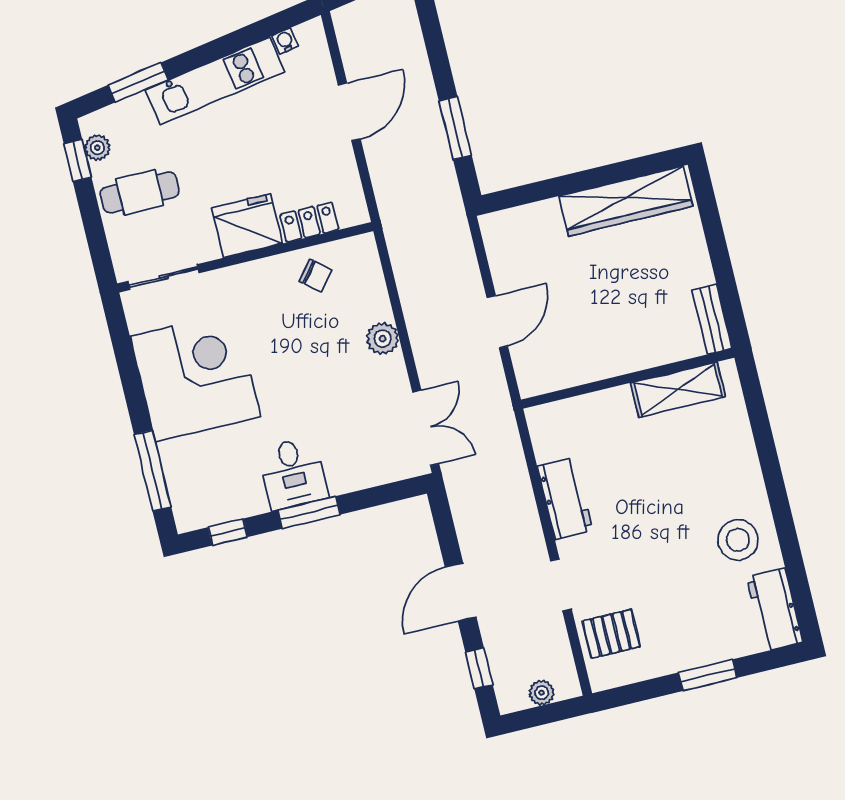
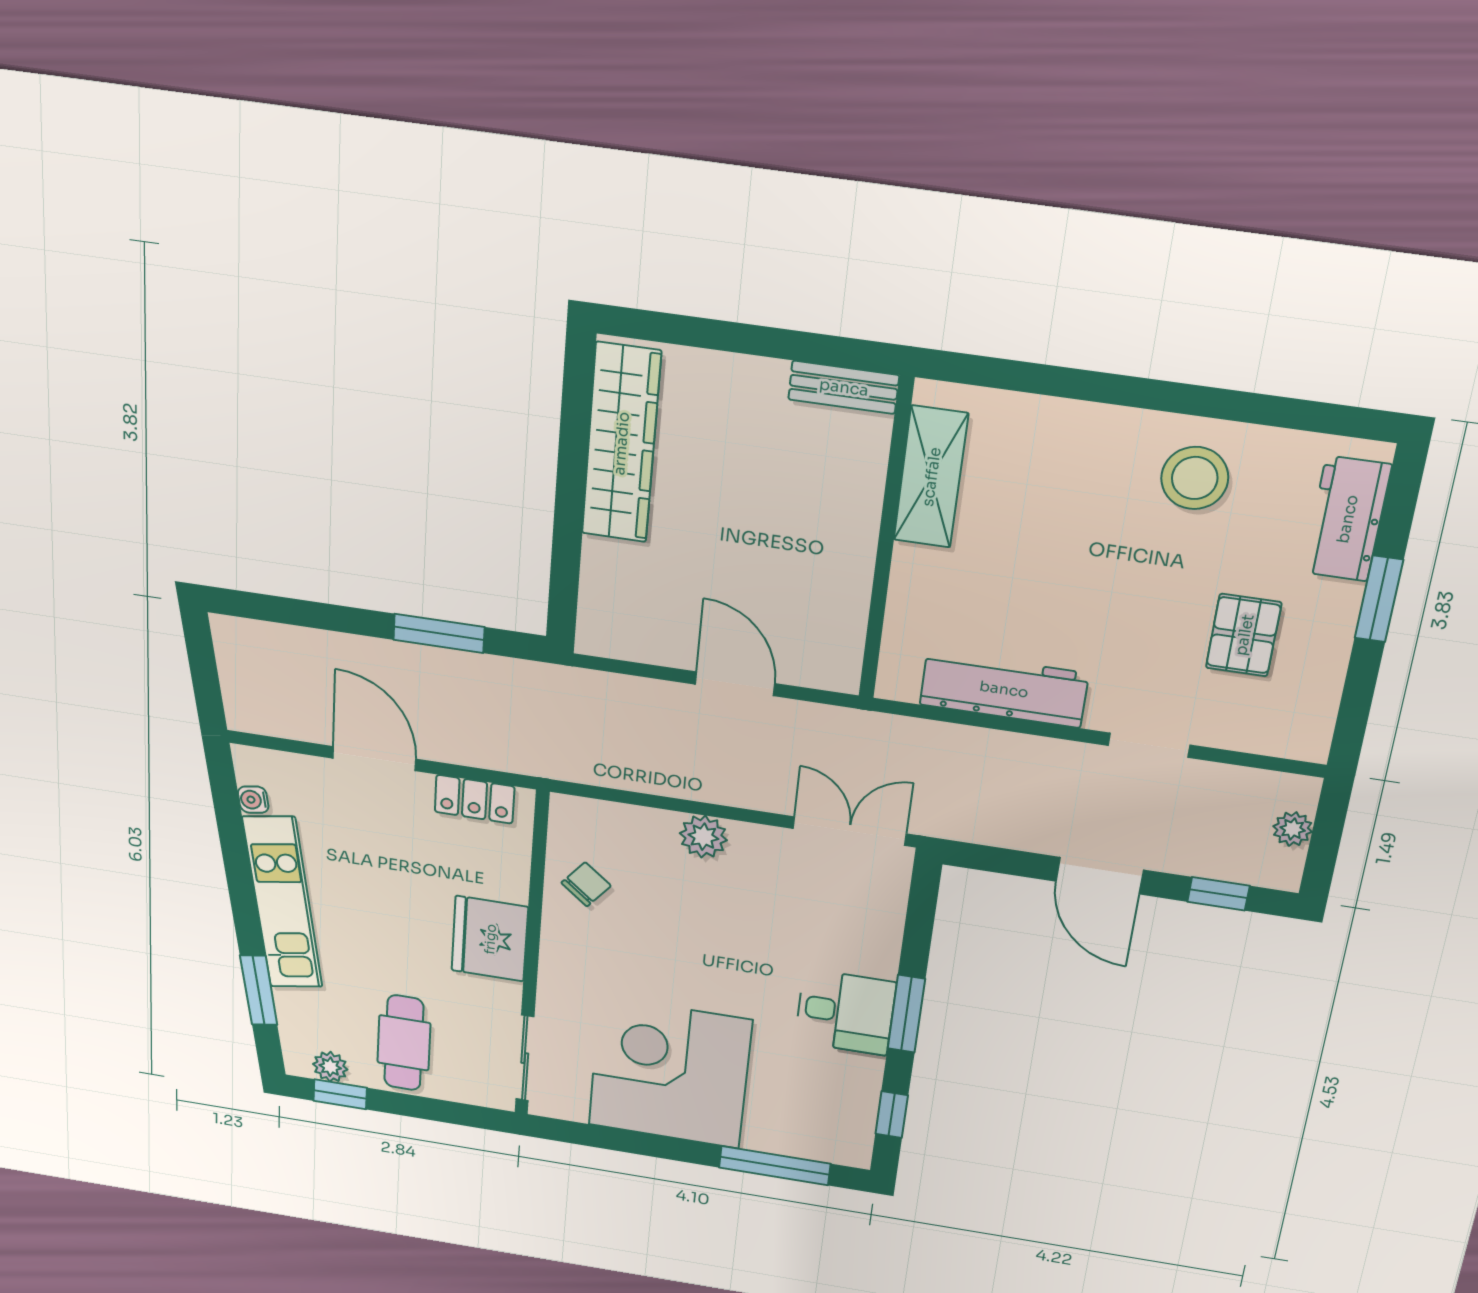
locker: (309, 222) -> (475, 799), moved, turned -90
workbench: (565, 498) -> (1004, 689), width x1.37
workbench: (775, 610) -> (1347, 519), moved, turned 90
pallet: (611, 634) -> (1244, 635), moved

